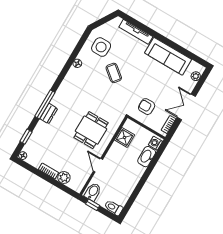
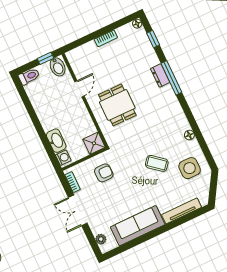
double door: (186, 107) -> (78, 210), swing flipped
shower: (125, 137) -> (94, 143), moved
door: (98, 165) -> (79, 89), hinge flipped
plant: (64, 178) -> (90, 49), removed

